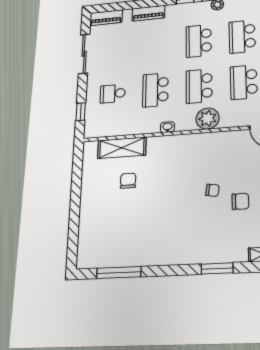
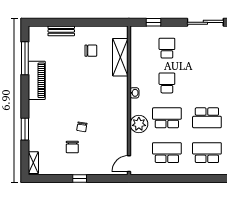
school desk: (199, 41) -> (207, 118), turned 180
school desk: (155, 90) -> (167, 83), width x0.54
chair: (128, 181) -> (91, 51), moved
bench: (85, 225) -> (61, 31), added
piano: (149, 255) -> (37, 80), added

